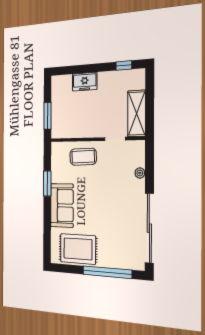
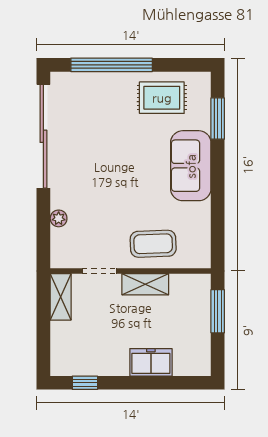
shelving: (137, 113) -> (61, 297), width x0.67, depth x0.75
shelving: (88, 131) -> (145, 284), added
window: (47, 183) -> (218, 119), moved
rug: (78, 249) -> (162, 98), width x0.73, depth x0.70

